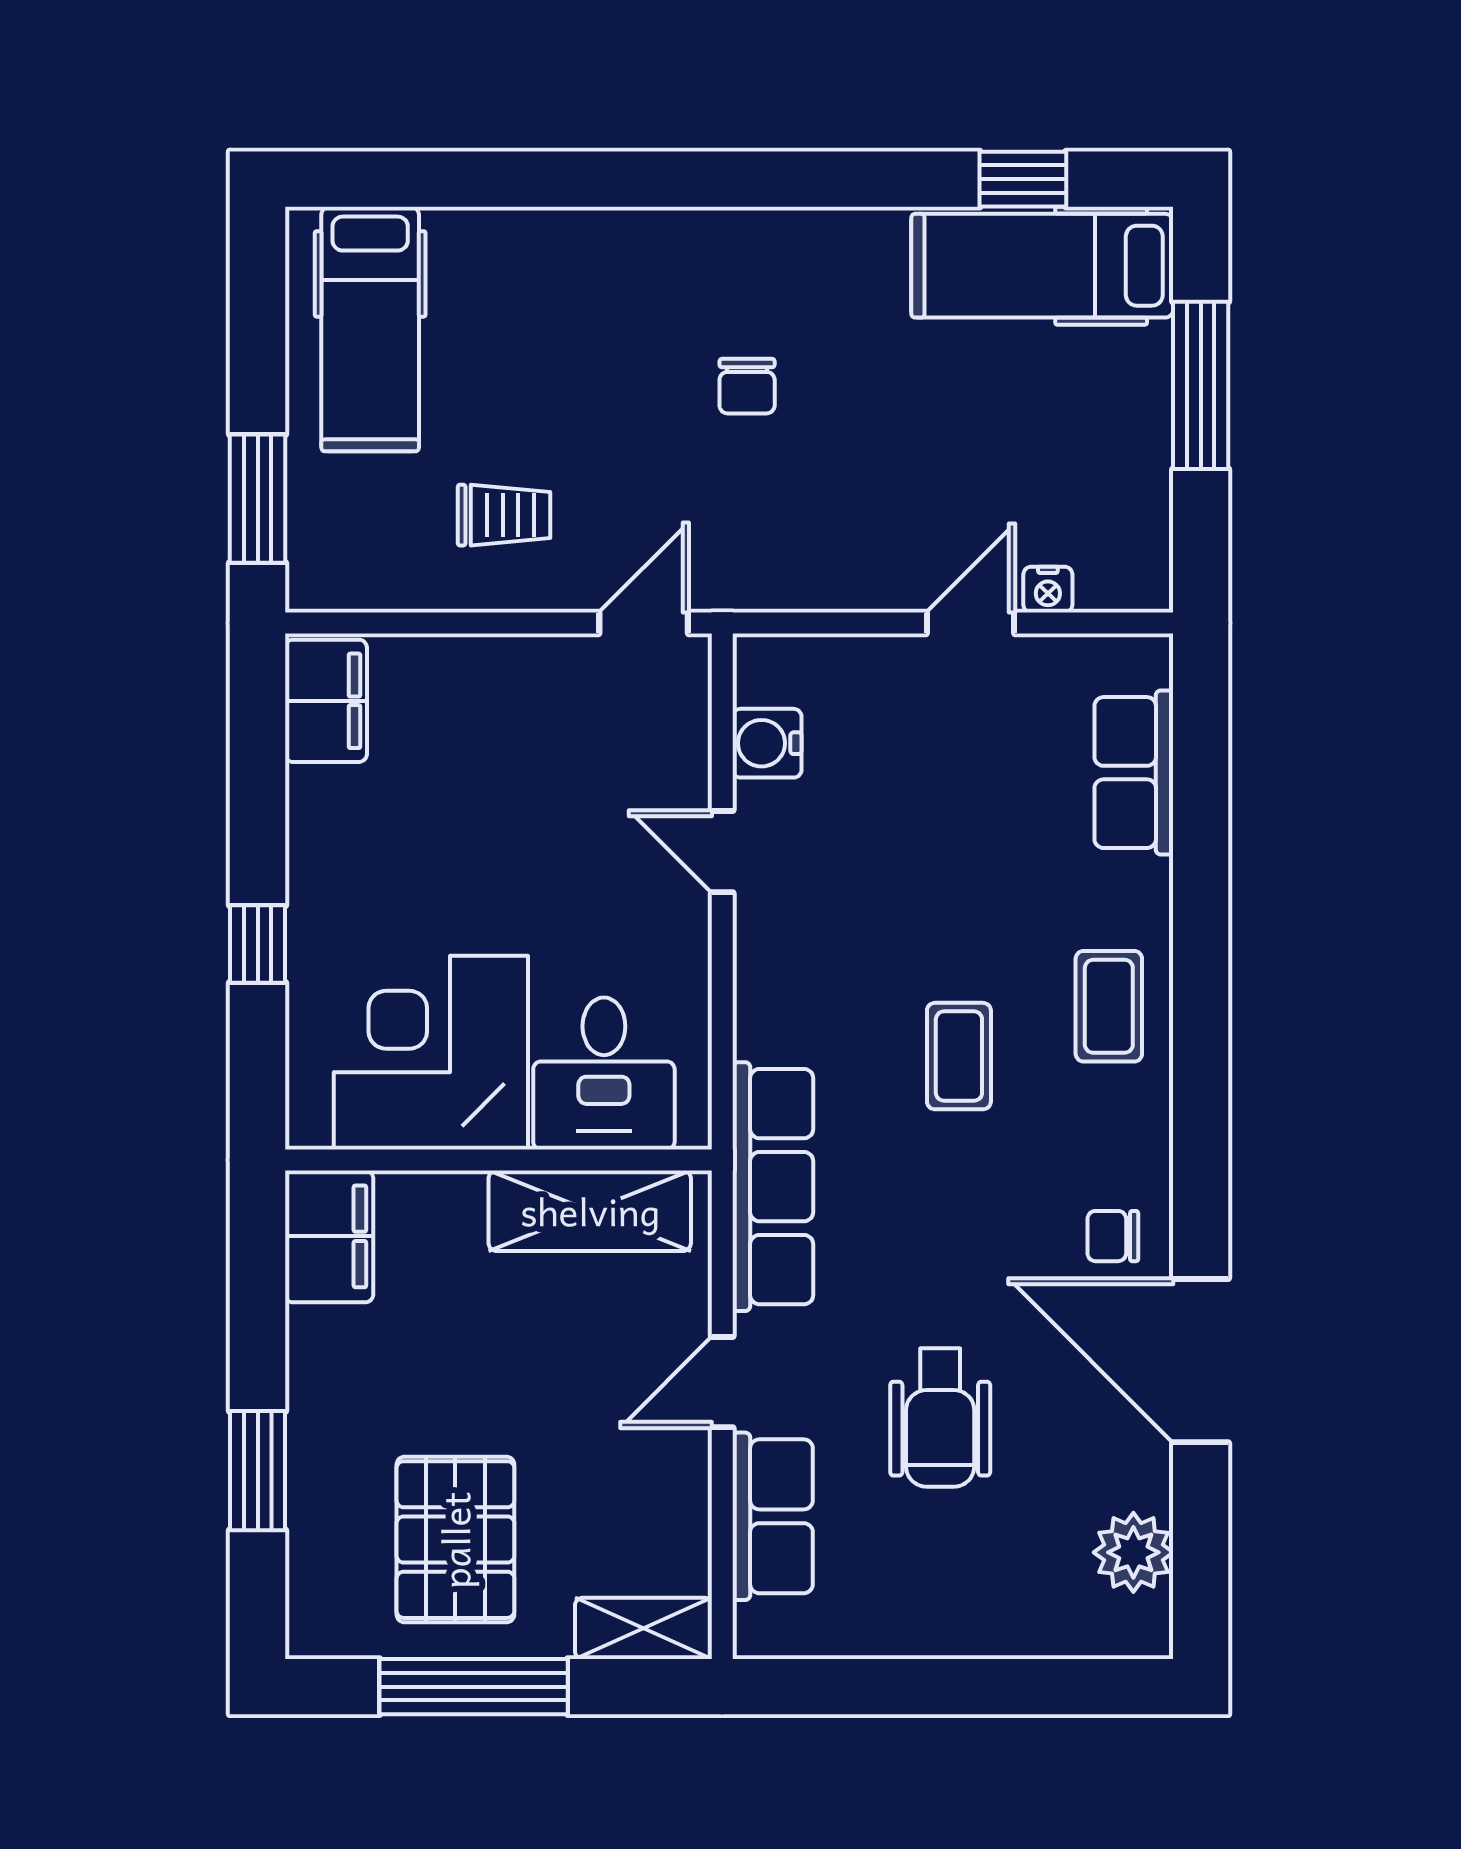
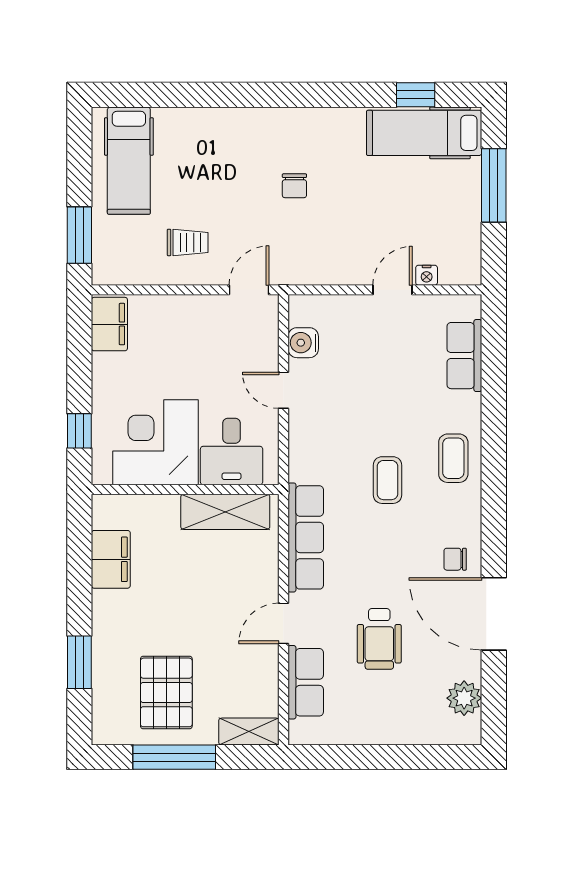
corner desk: (431, 1053) -> (155, 442), moved
desk: (604, 1074) -> (232, 451), moved
wall: (498, 1160) -> (185, 489), moved
shelving: (590, 1211) -> (225, 512), moved

